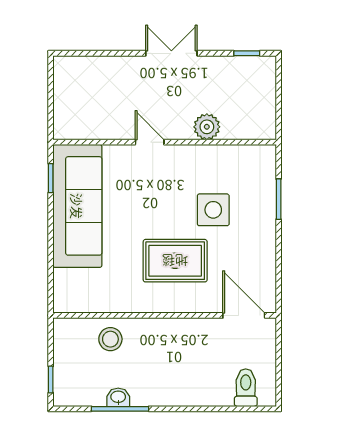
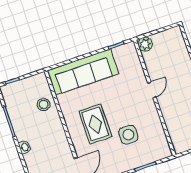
plant: (207, 127) -> (145, 44), moved
sofa: (77, 206) -> (83, 72), moved
washbasin: (118, 397) -> (25, 147), moved

